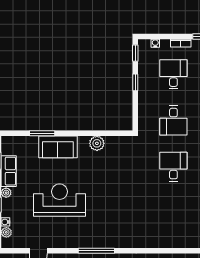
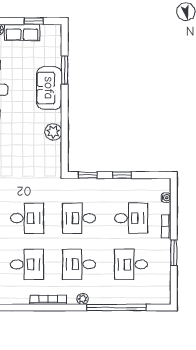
window: (135, 53) -> (88, 175), moved

